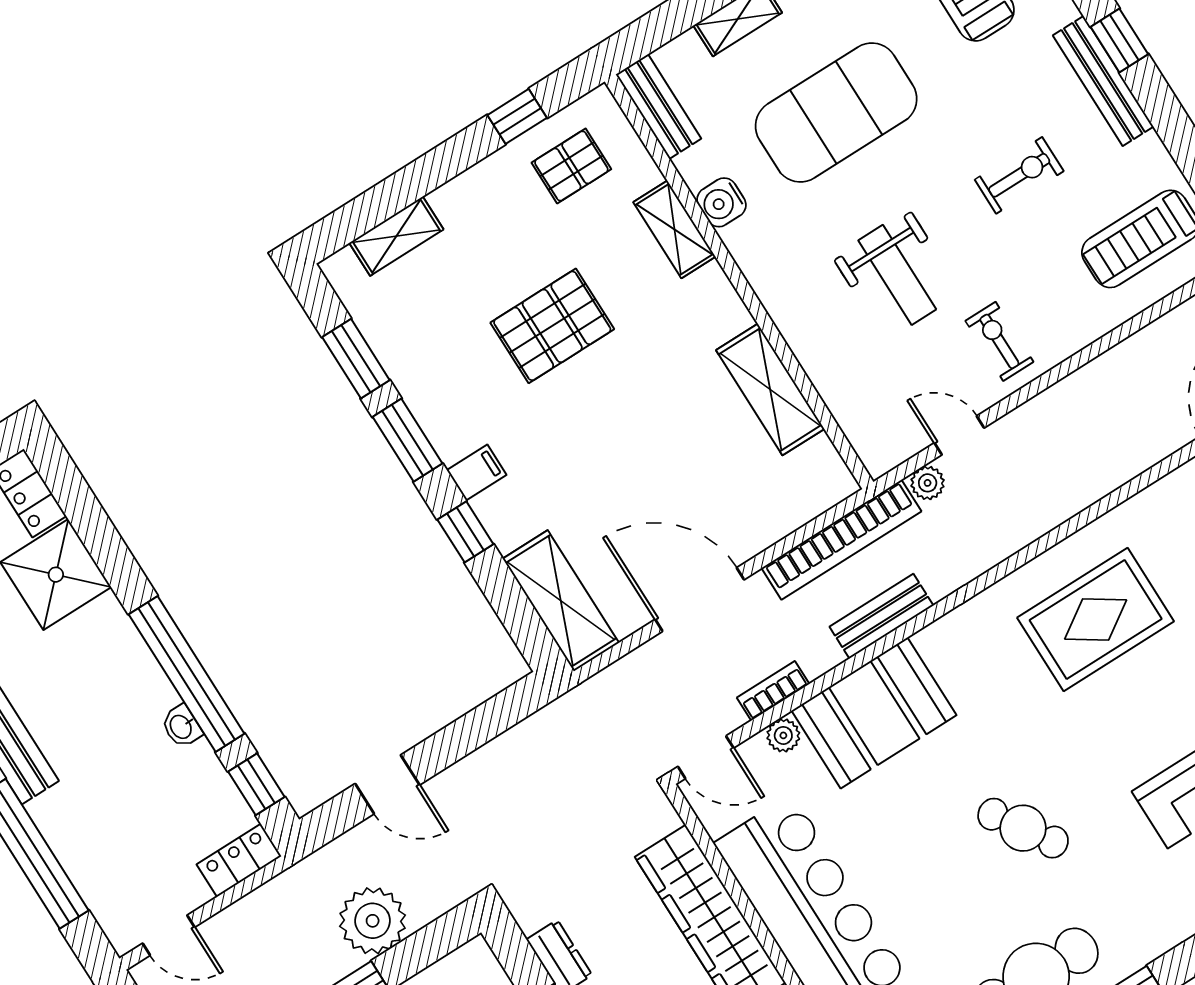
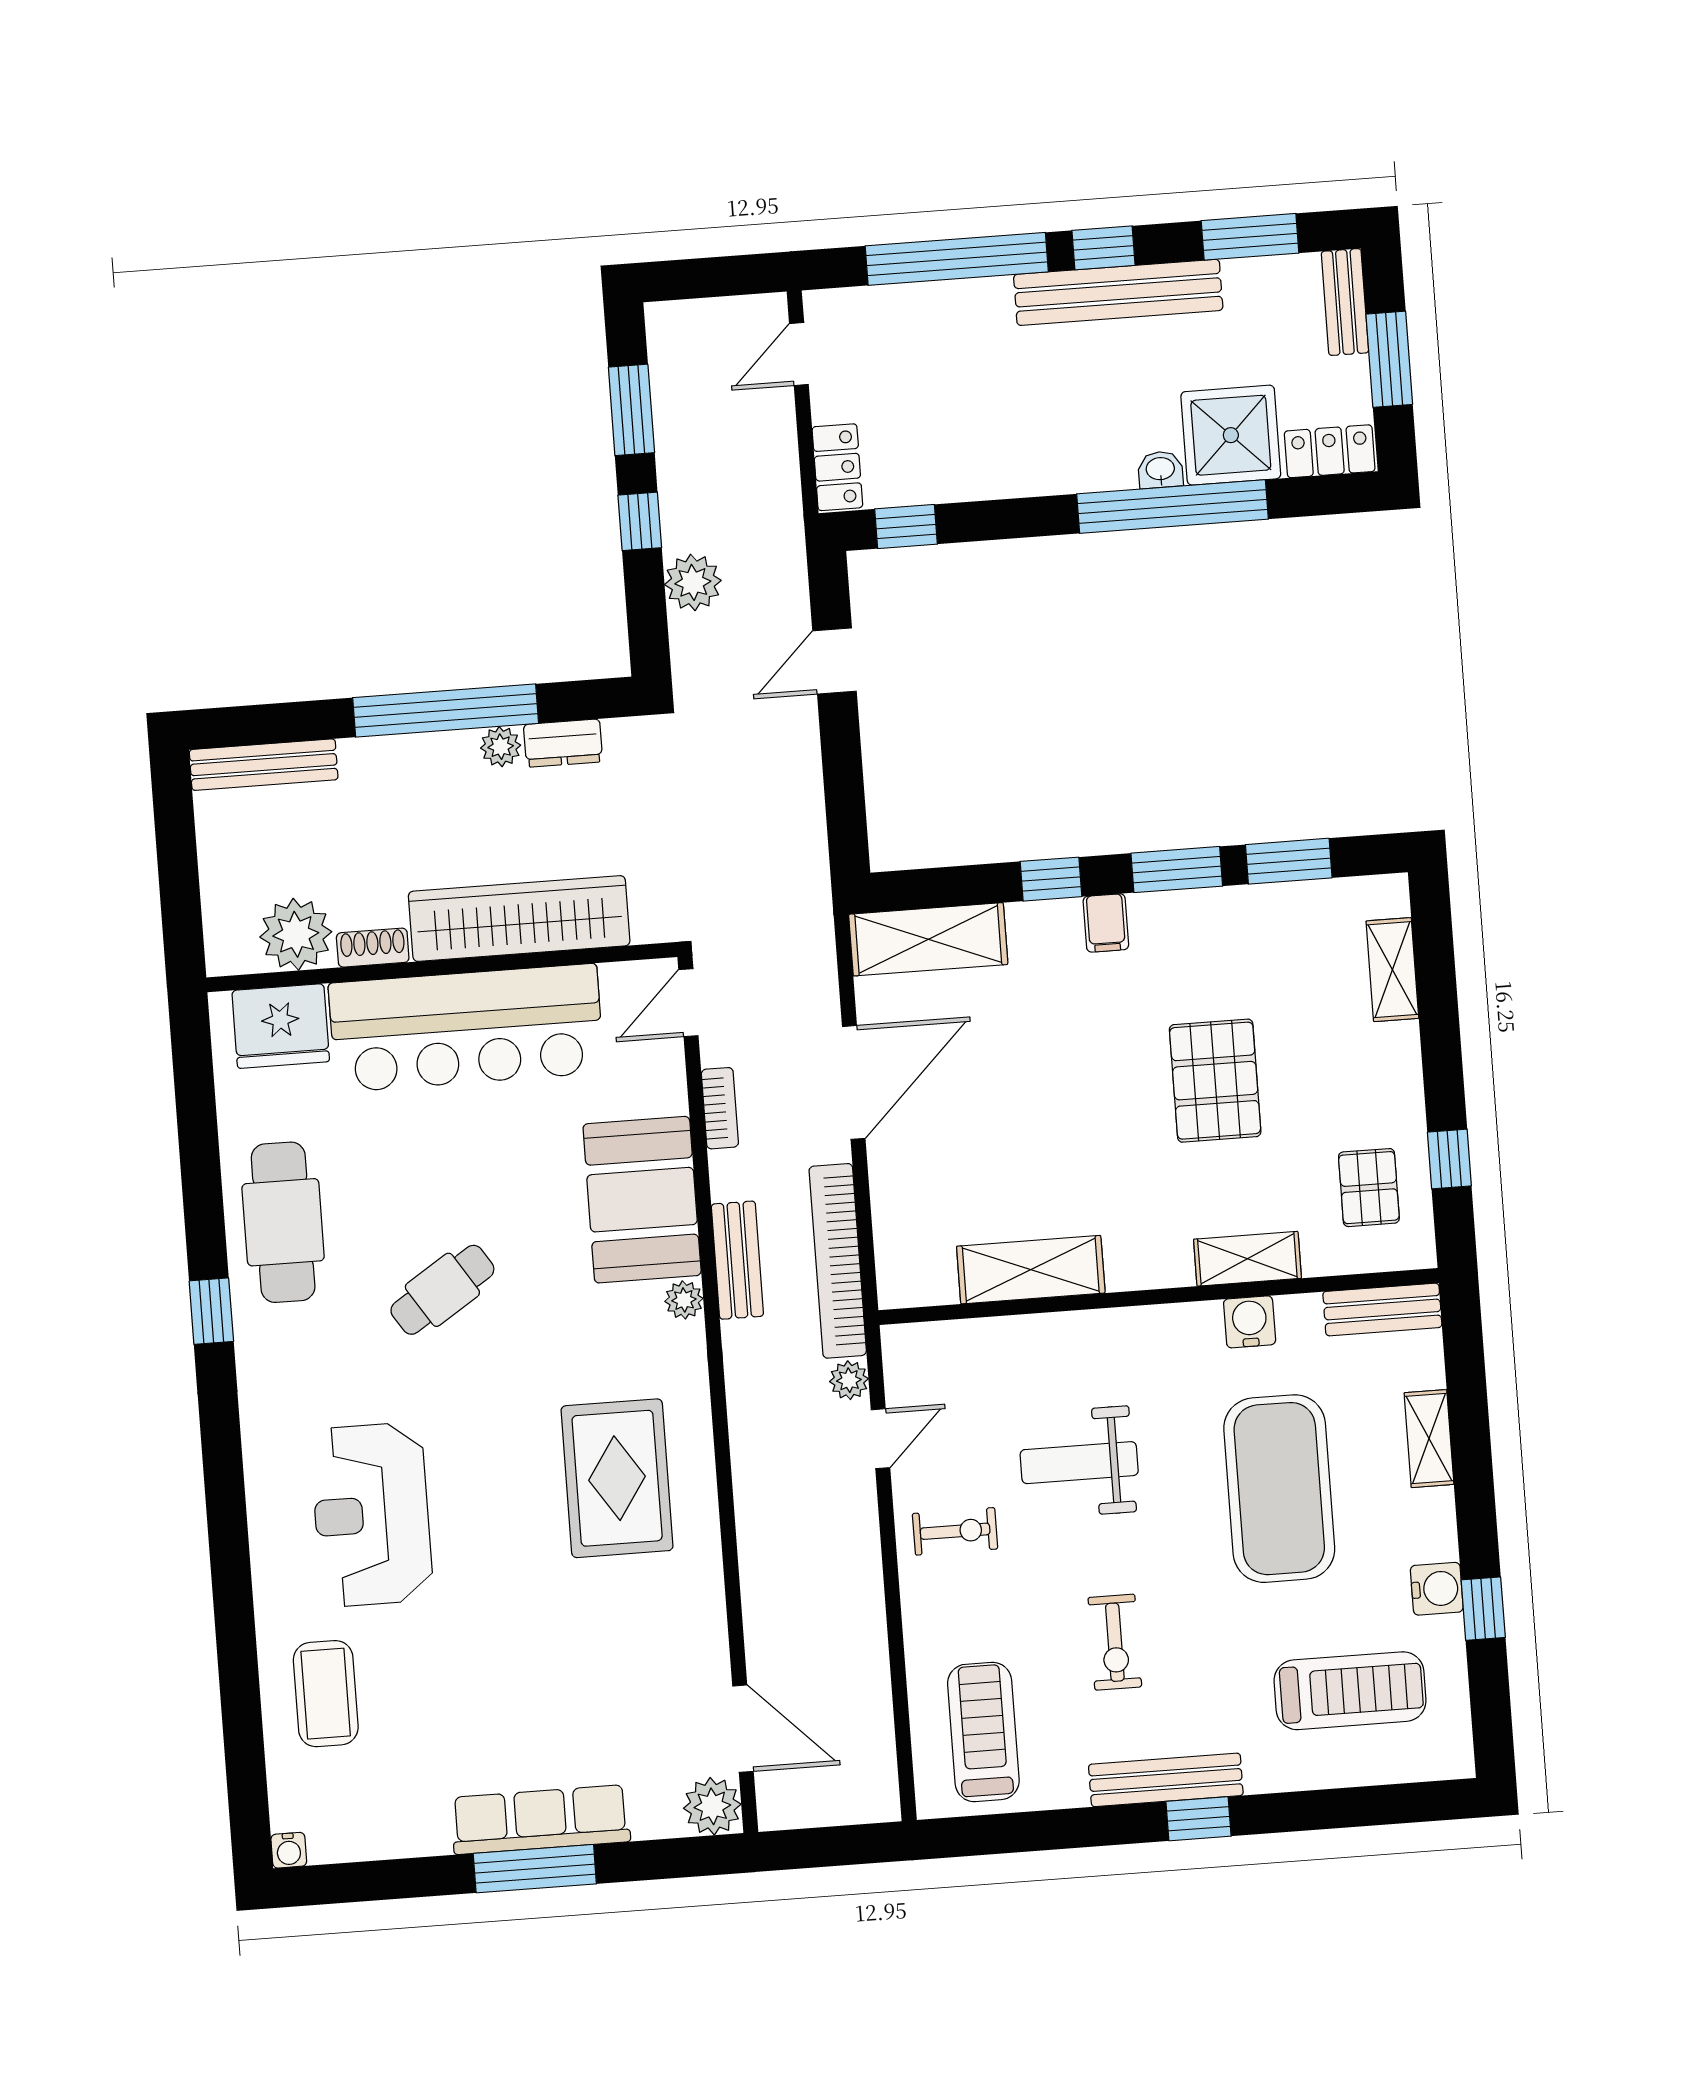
window: (187, 674) -> (1172, 506), moved
washbasin: (181, 726) -> (1160, 470), moved
plant: (783, 735) -> (684, 1300), moved
plant: (373, 921) -> (693, 582), width x0.73, depth x0.73

